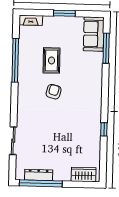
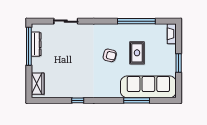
sofa: (94, 34) -> (148, 87), width x1.85, depth x1.27
window: (106, 48) -> (137, 100), moved
rug: (52, 60) -> (137, 53), turned 90

